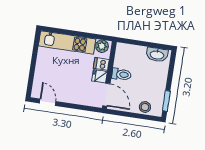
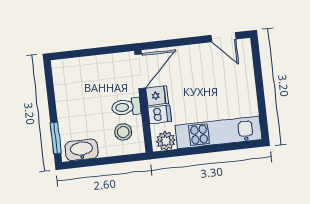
door: (106, 95) -> (140, 71), swing flipped
window: (166, 101) -> (56, 138), moved
stool: (145, 107) -> (123, 132), moved

